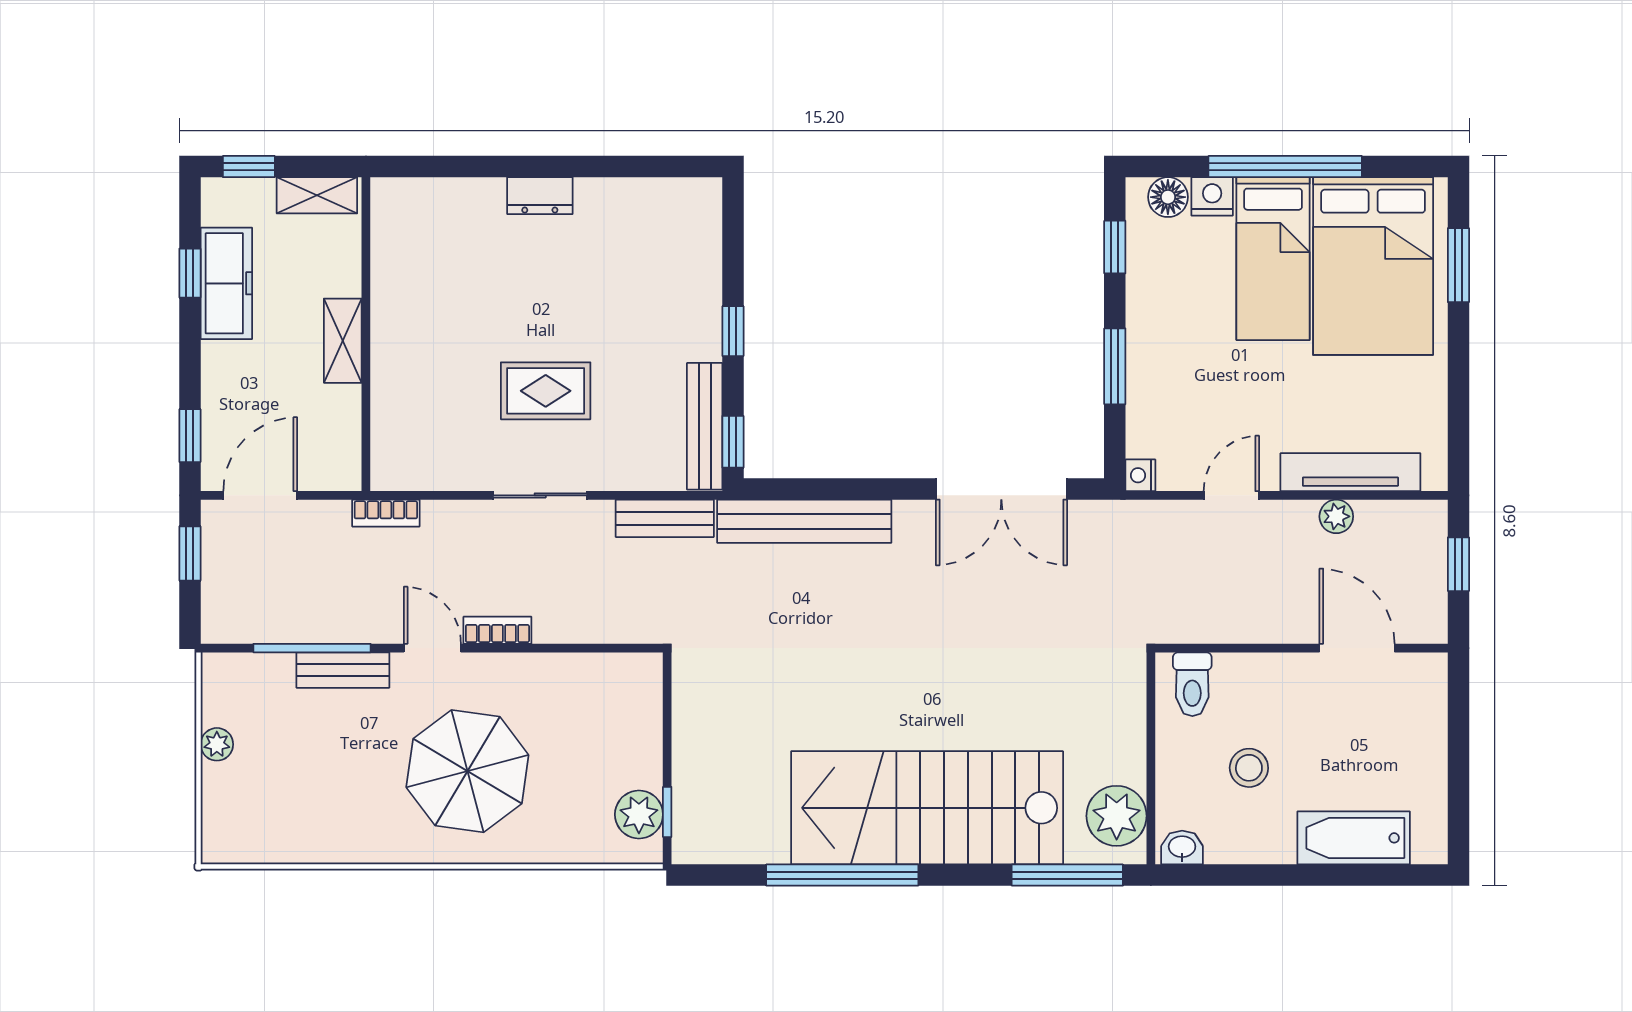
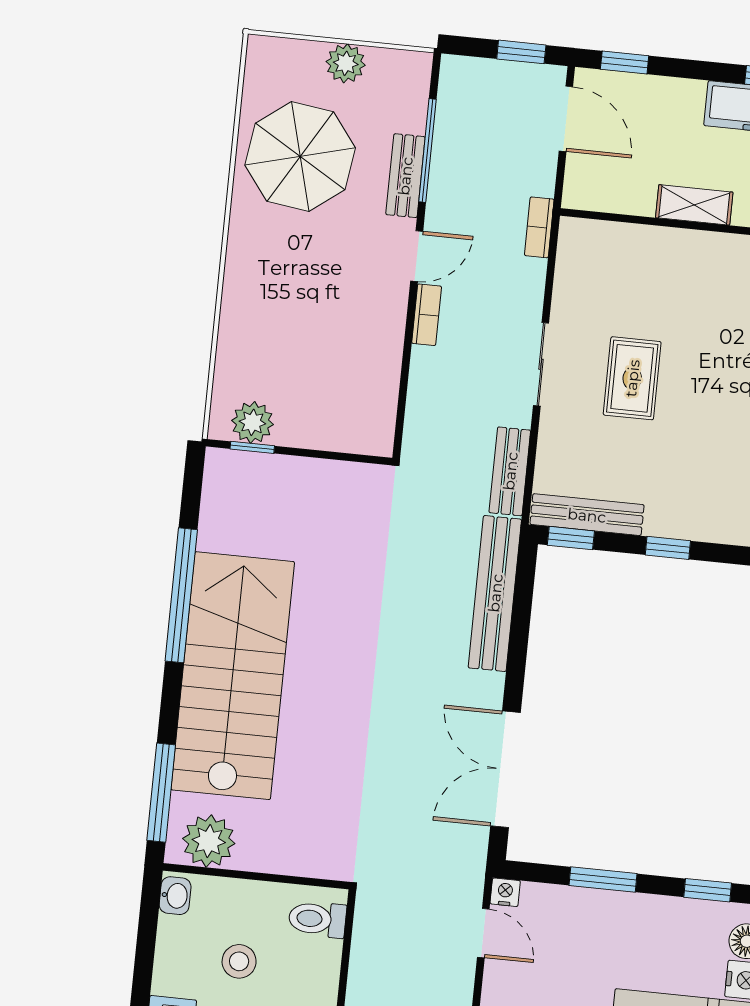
door: (1231, 495) -> (483, 933), moved
plant: (217, 744) -> (346, 63), width x1.38, depth x1.38
parasol: (467, 771) -> (300, 156), moved

